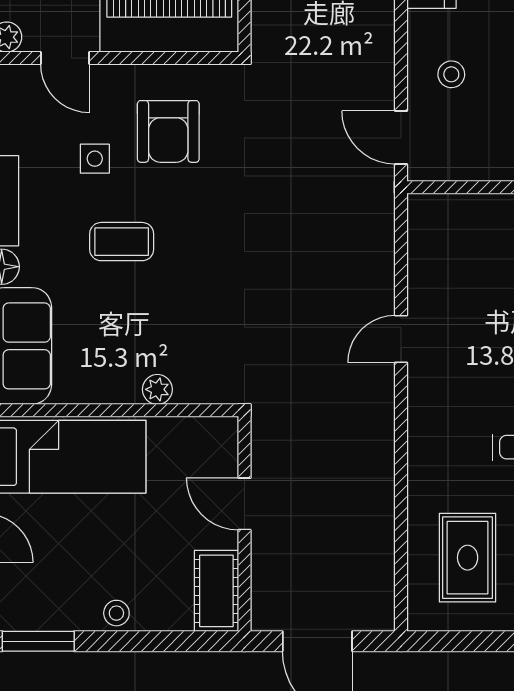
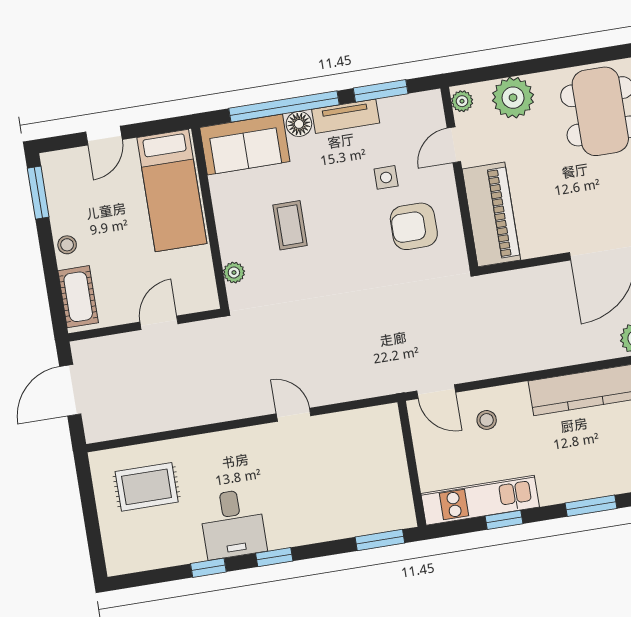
door: (401, 137) -> (436, 392), swing flipped
coffee table: (122, 242) -> (290, 225), moved
plant: (157, 389) -> (234, 272), moved
cot: (216, 591) -> (78, 297), moved, turned 90

